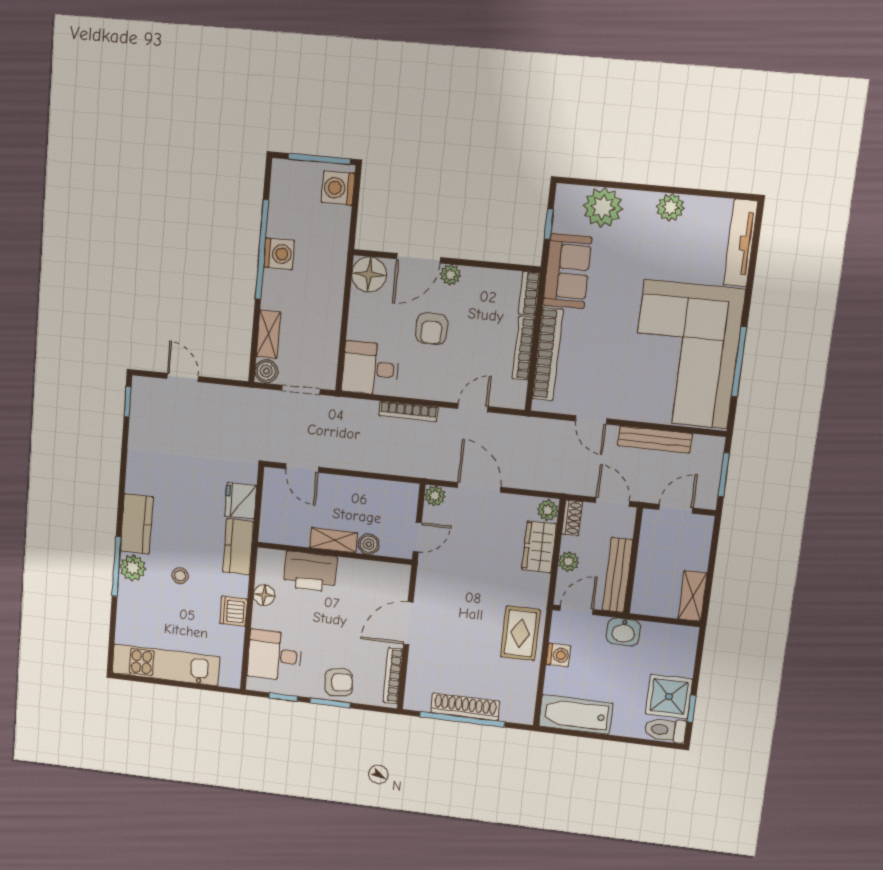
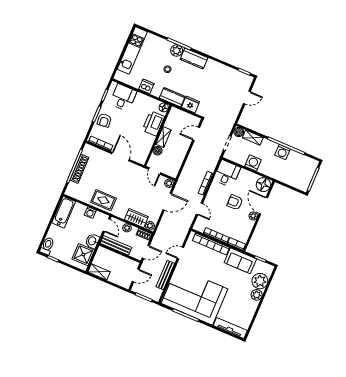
washing machine: (338, 188) -> (253, 163), moved
plant: (670, 207) -> (257, 295), moved
door: (676, 509) -> (136, 275), hinge flipped
floor lamp: (264, 595) -> (164, 107), moved
shower: (669, 697) -> (83, 255), moved

